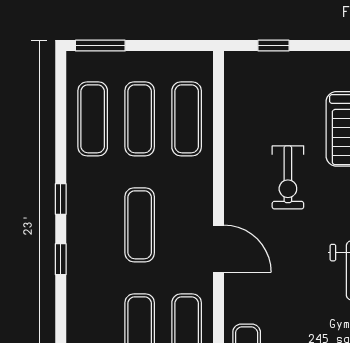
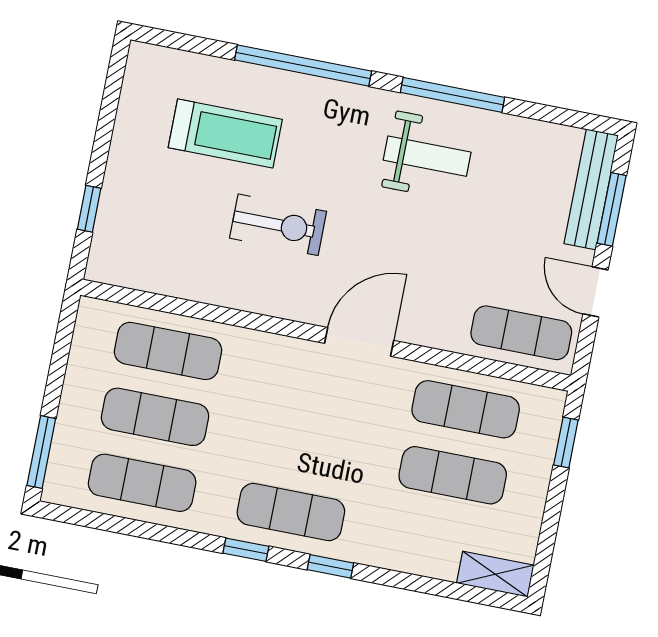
exercise mat: (140, 225) -> (291, 512), moved

